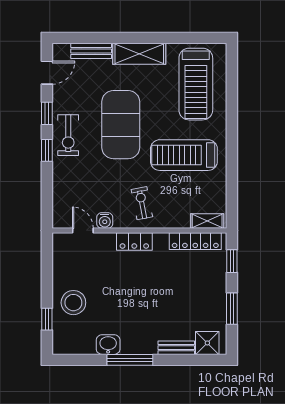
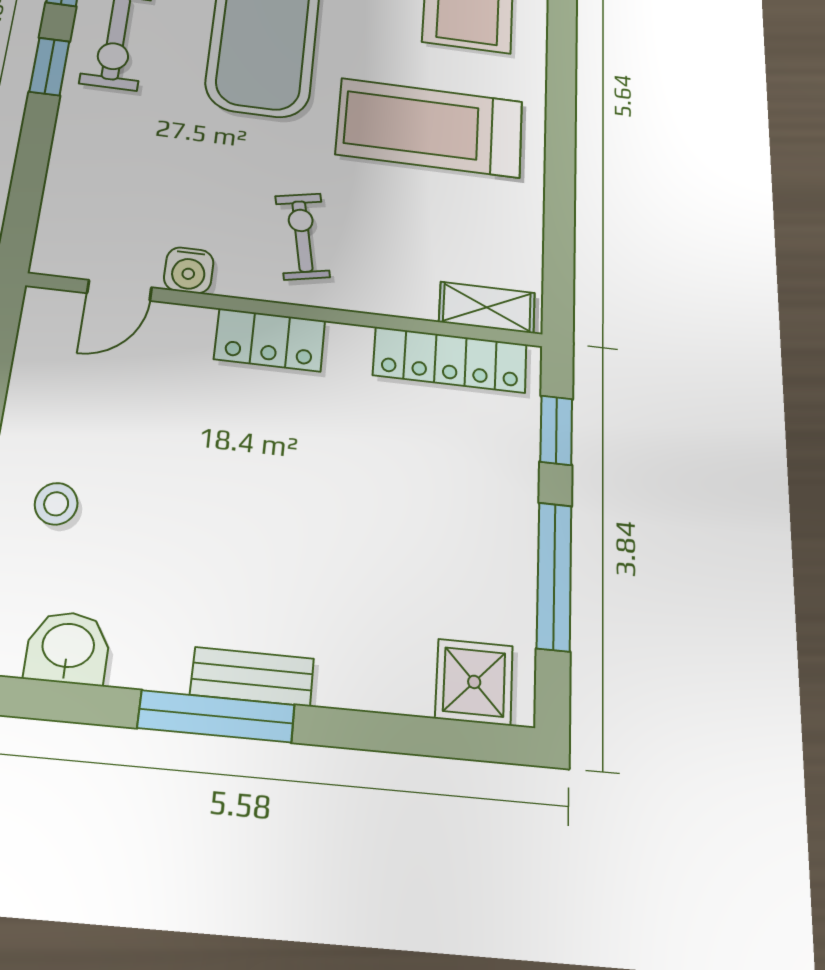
door: (83, 230) -> (119, 290), swing flipped
stool: (73, 303) -> (56, 504), width x0.53, depth x0.53
window: (232, 309) -> (554, 576), width x1.44
washbasin: (108, 345) -> (68, 647), moved
bench: (176, 348) -> (252, 677), moved

